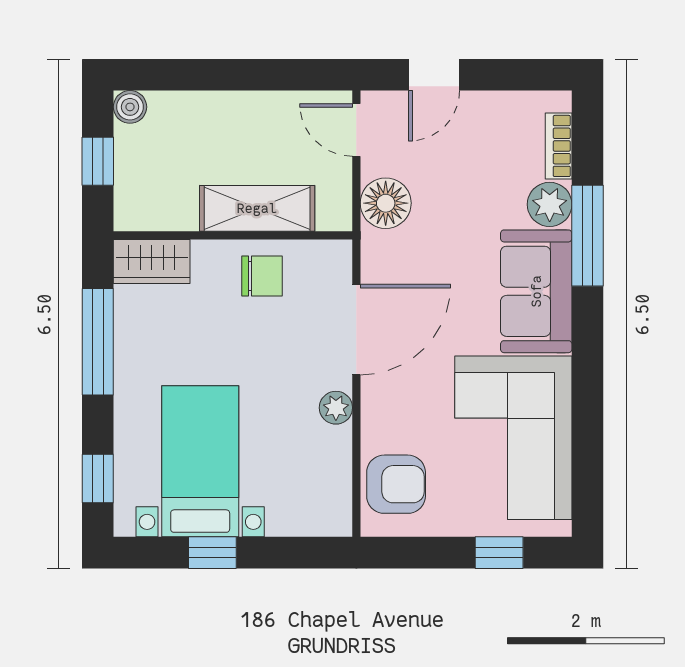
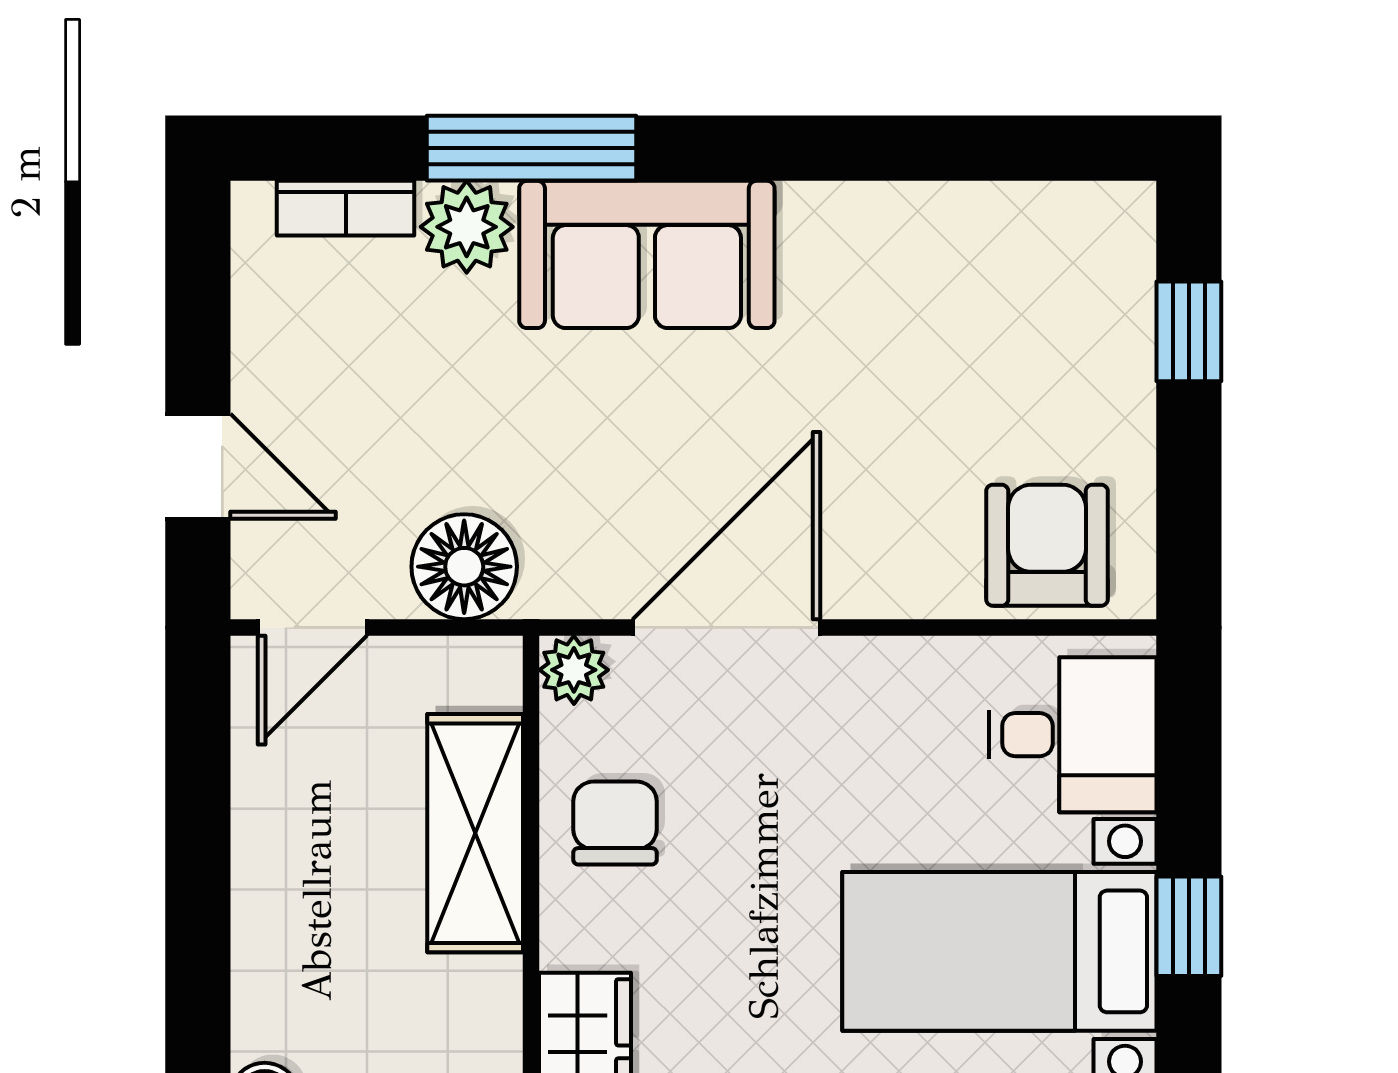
door: (356, 330) -> (726, 627), hinge flipped
plant: (336, 408) -> (574, 670), moved
corner sofa: (513, 438) -> (951, 302), removed
desk: (305, 497) -> (1073, 735), added

